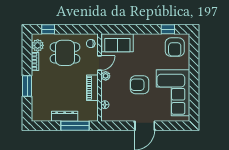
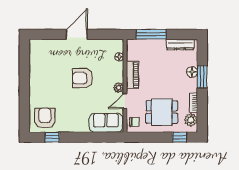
armchair: (139, 85) -> (82, 78), turned 180
floor lamp: (37, 91) -> (192, 72), added
corner sofa: (173, 93) -> (47, 70), removed
dresser: (65, 116) -> (180, 44), moved

